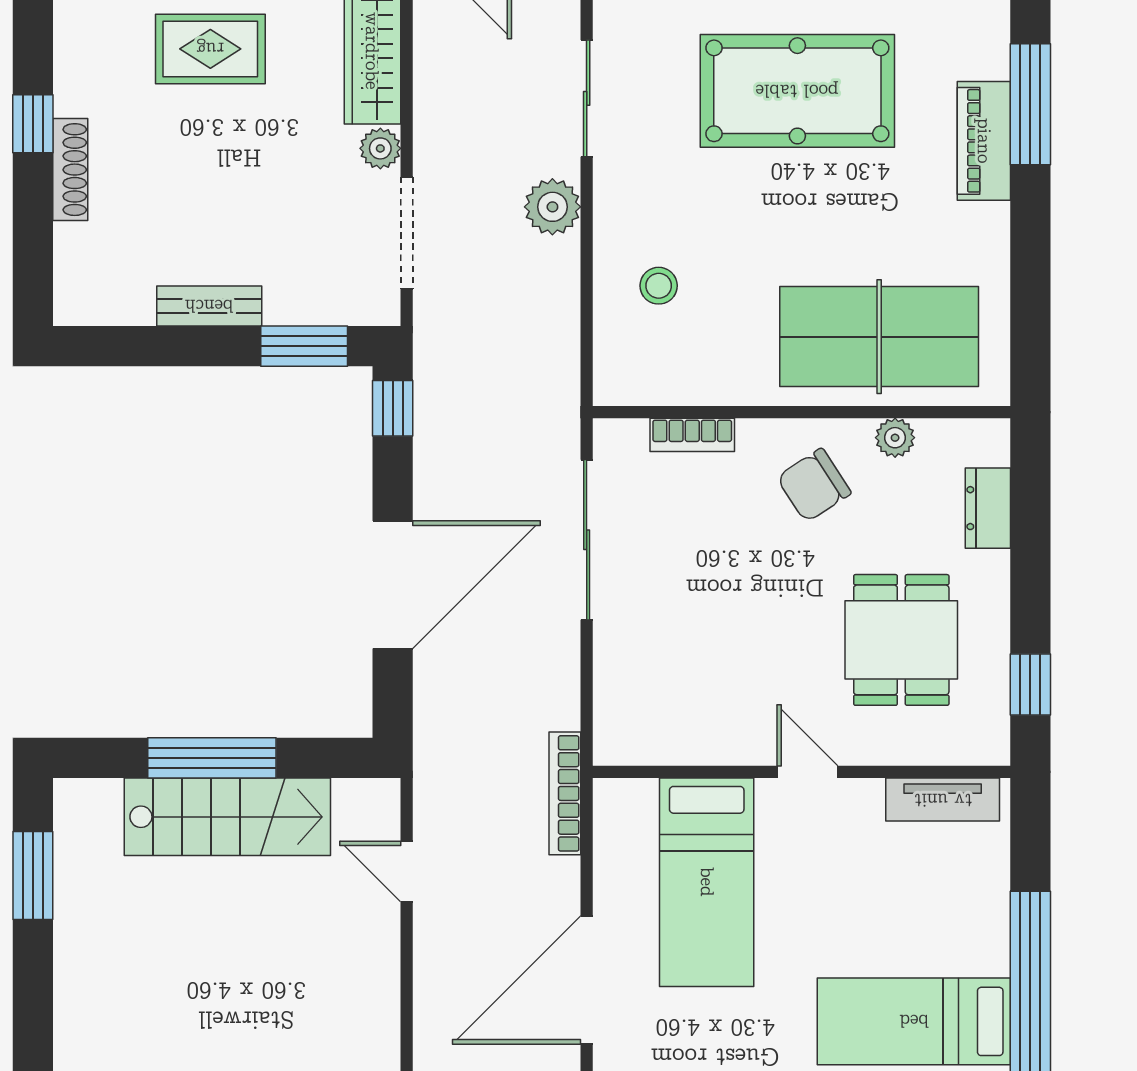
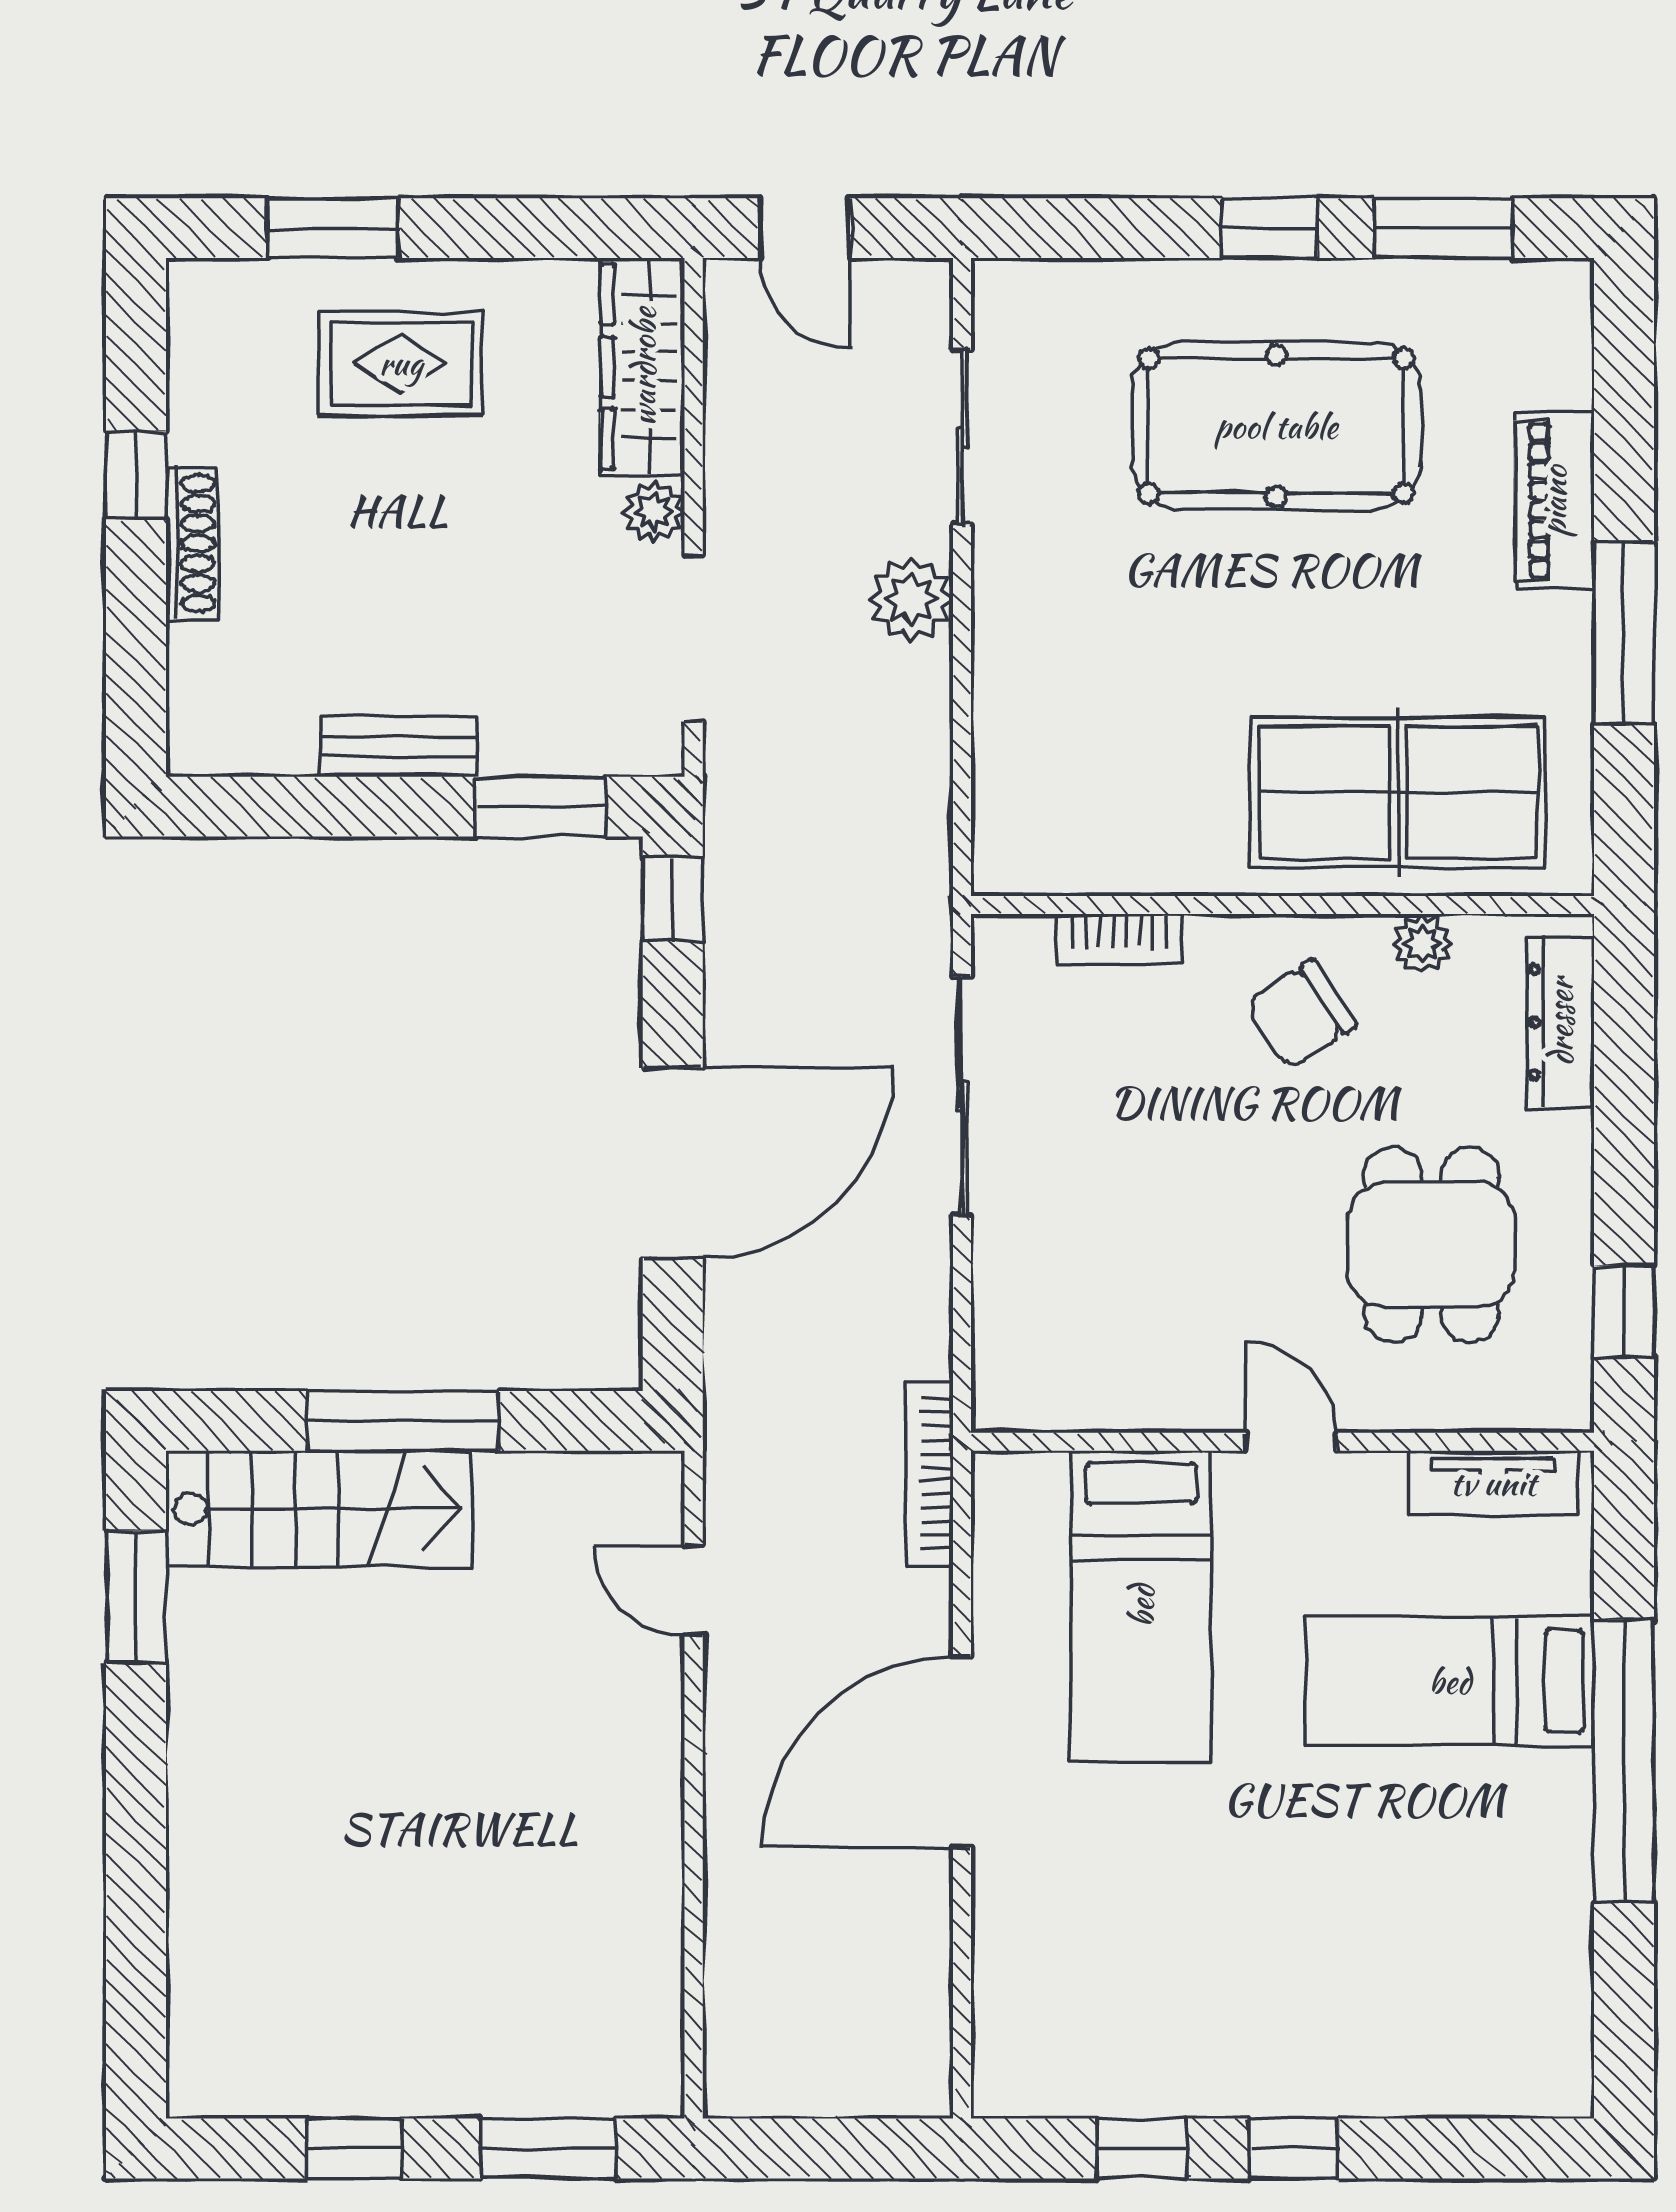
window: (1030, 104) -> (1624, 633), moved
stool: (659, 286) -> (1069, 717), removed
dresser: (988, 508) -> (1560, 1022), width x1.44
stairs: (227, 817) -> (319, 1509), moved
bed: (914, 1021) -> (1450, 1681), moved

